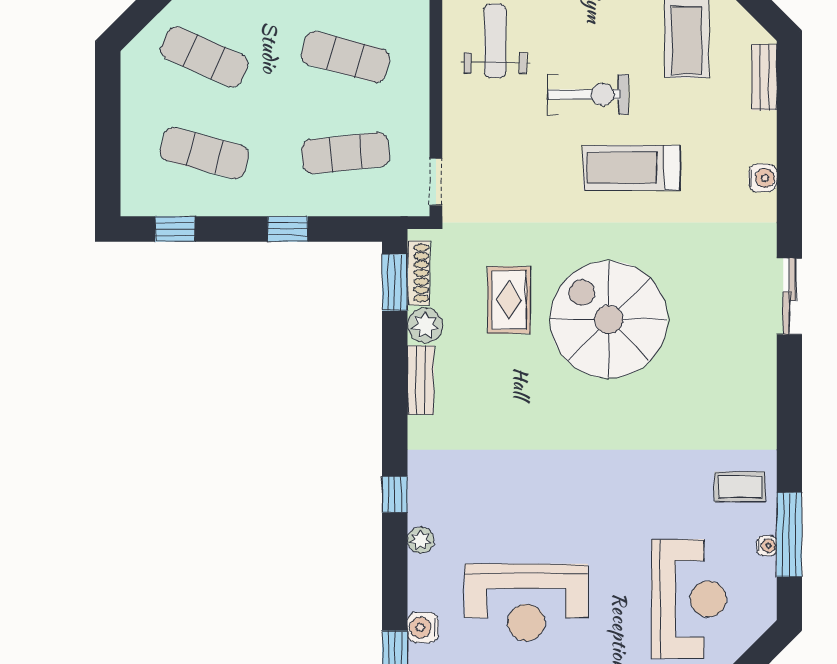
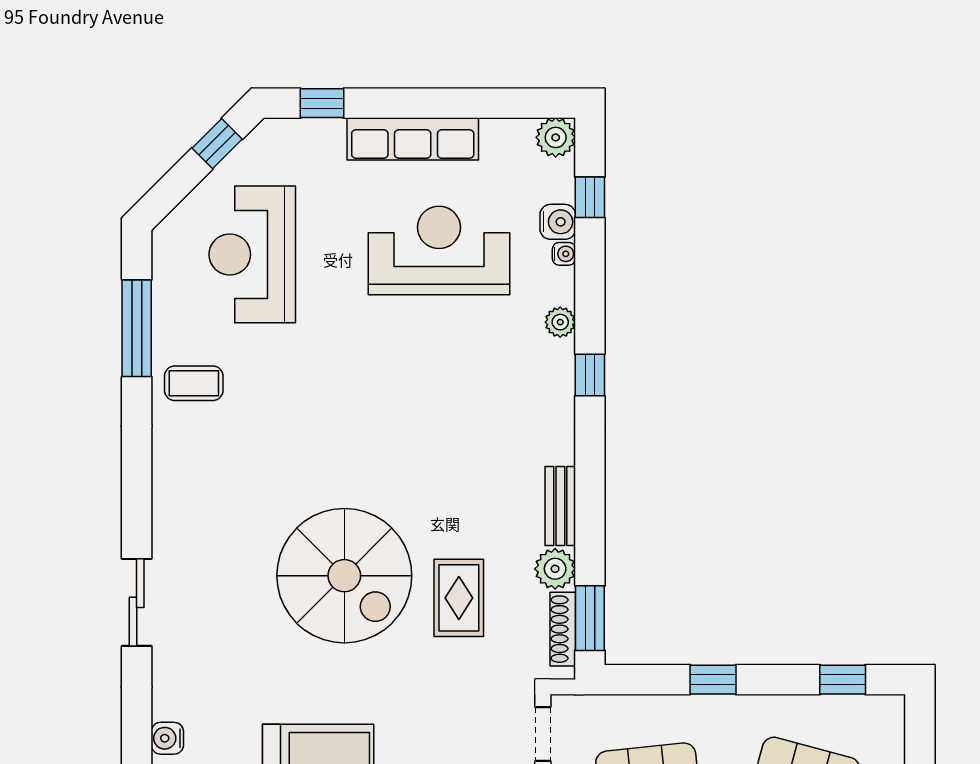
water cooler: (767, 546) -> (564, 254), moved, turned 180

